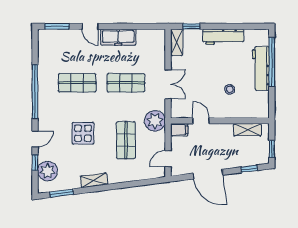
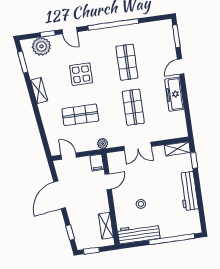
workbench: (261, 68) -> (139, 234), moved
plant: (155, 121) -> (103, 144), width x0.53, depth x0.53

